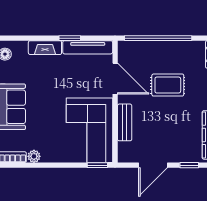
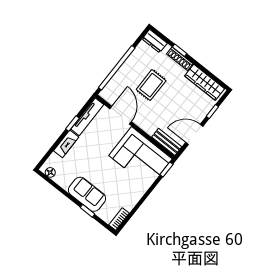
door: (115, 79) -> (121, 115), hinge flipped
bench: (125, 122) -> (167, 142), moved
plant: (34, 156) -> (129, 205), removed
door: (153, 165) -> (194, 134), swing flipped

